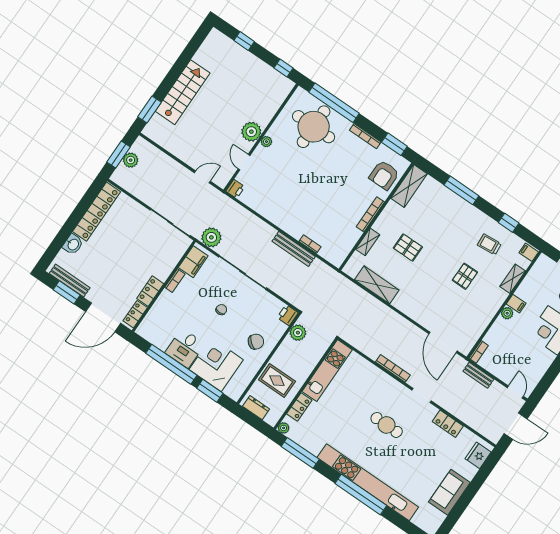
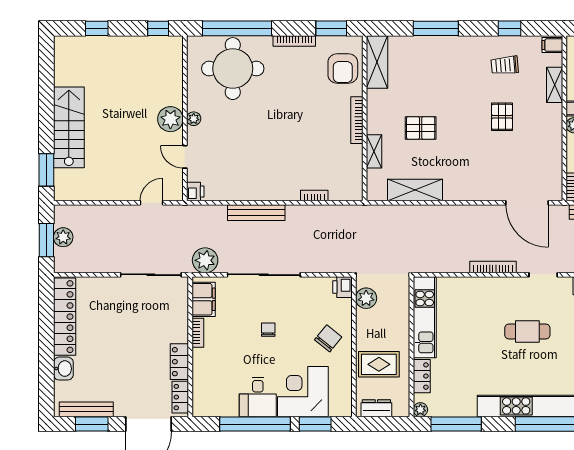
bench: (294, 249) -> (256, 213), moved

